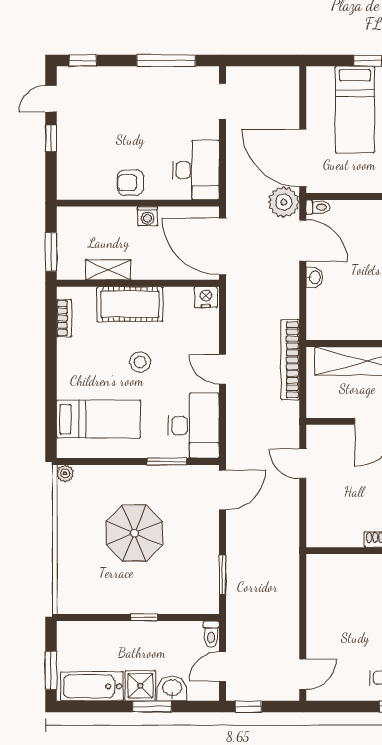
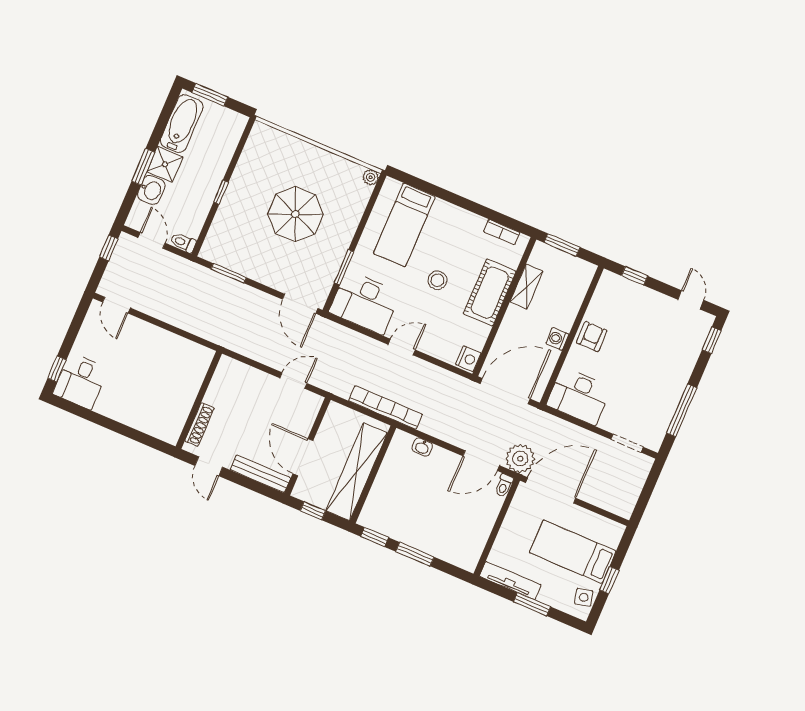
window: (51, 138) -> (635, 276), moved
washbasin: (314, 277) -> (422, 447), moved

